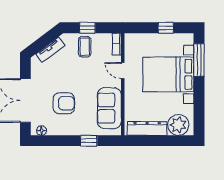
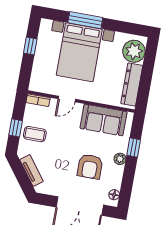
window: (199, 60) -> (85, 20), moved
armchair: (64, 103) -> (90, 166), turned 180
plant: (76, 130) -> (120, 159), added

